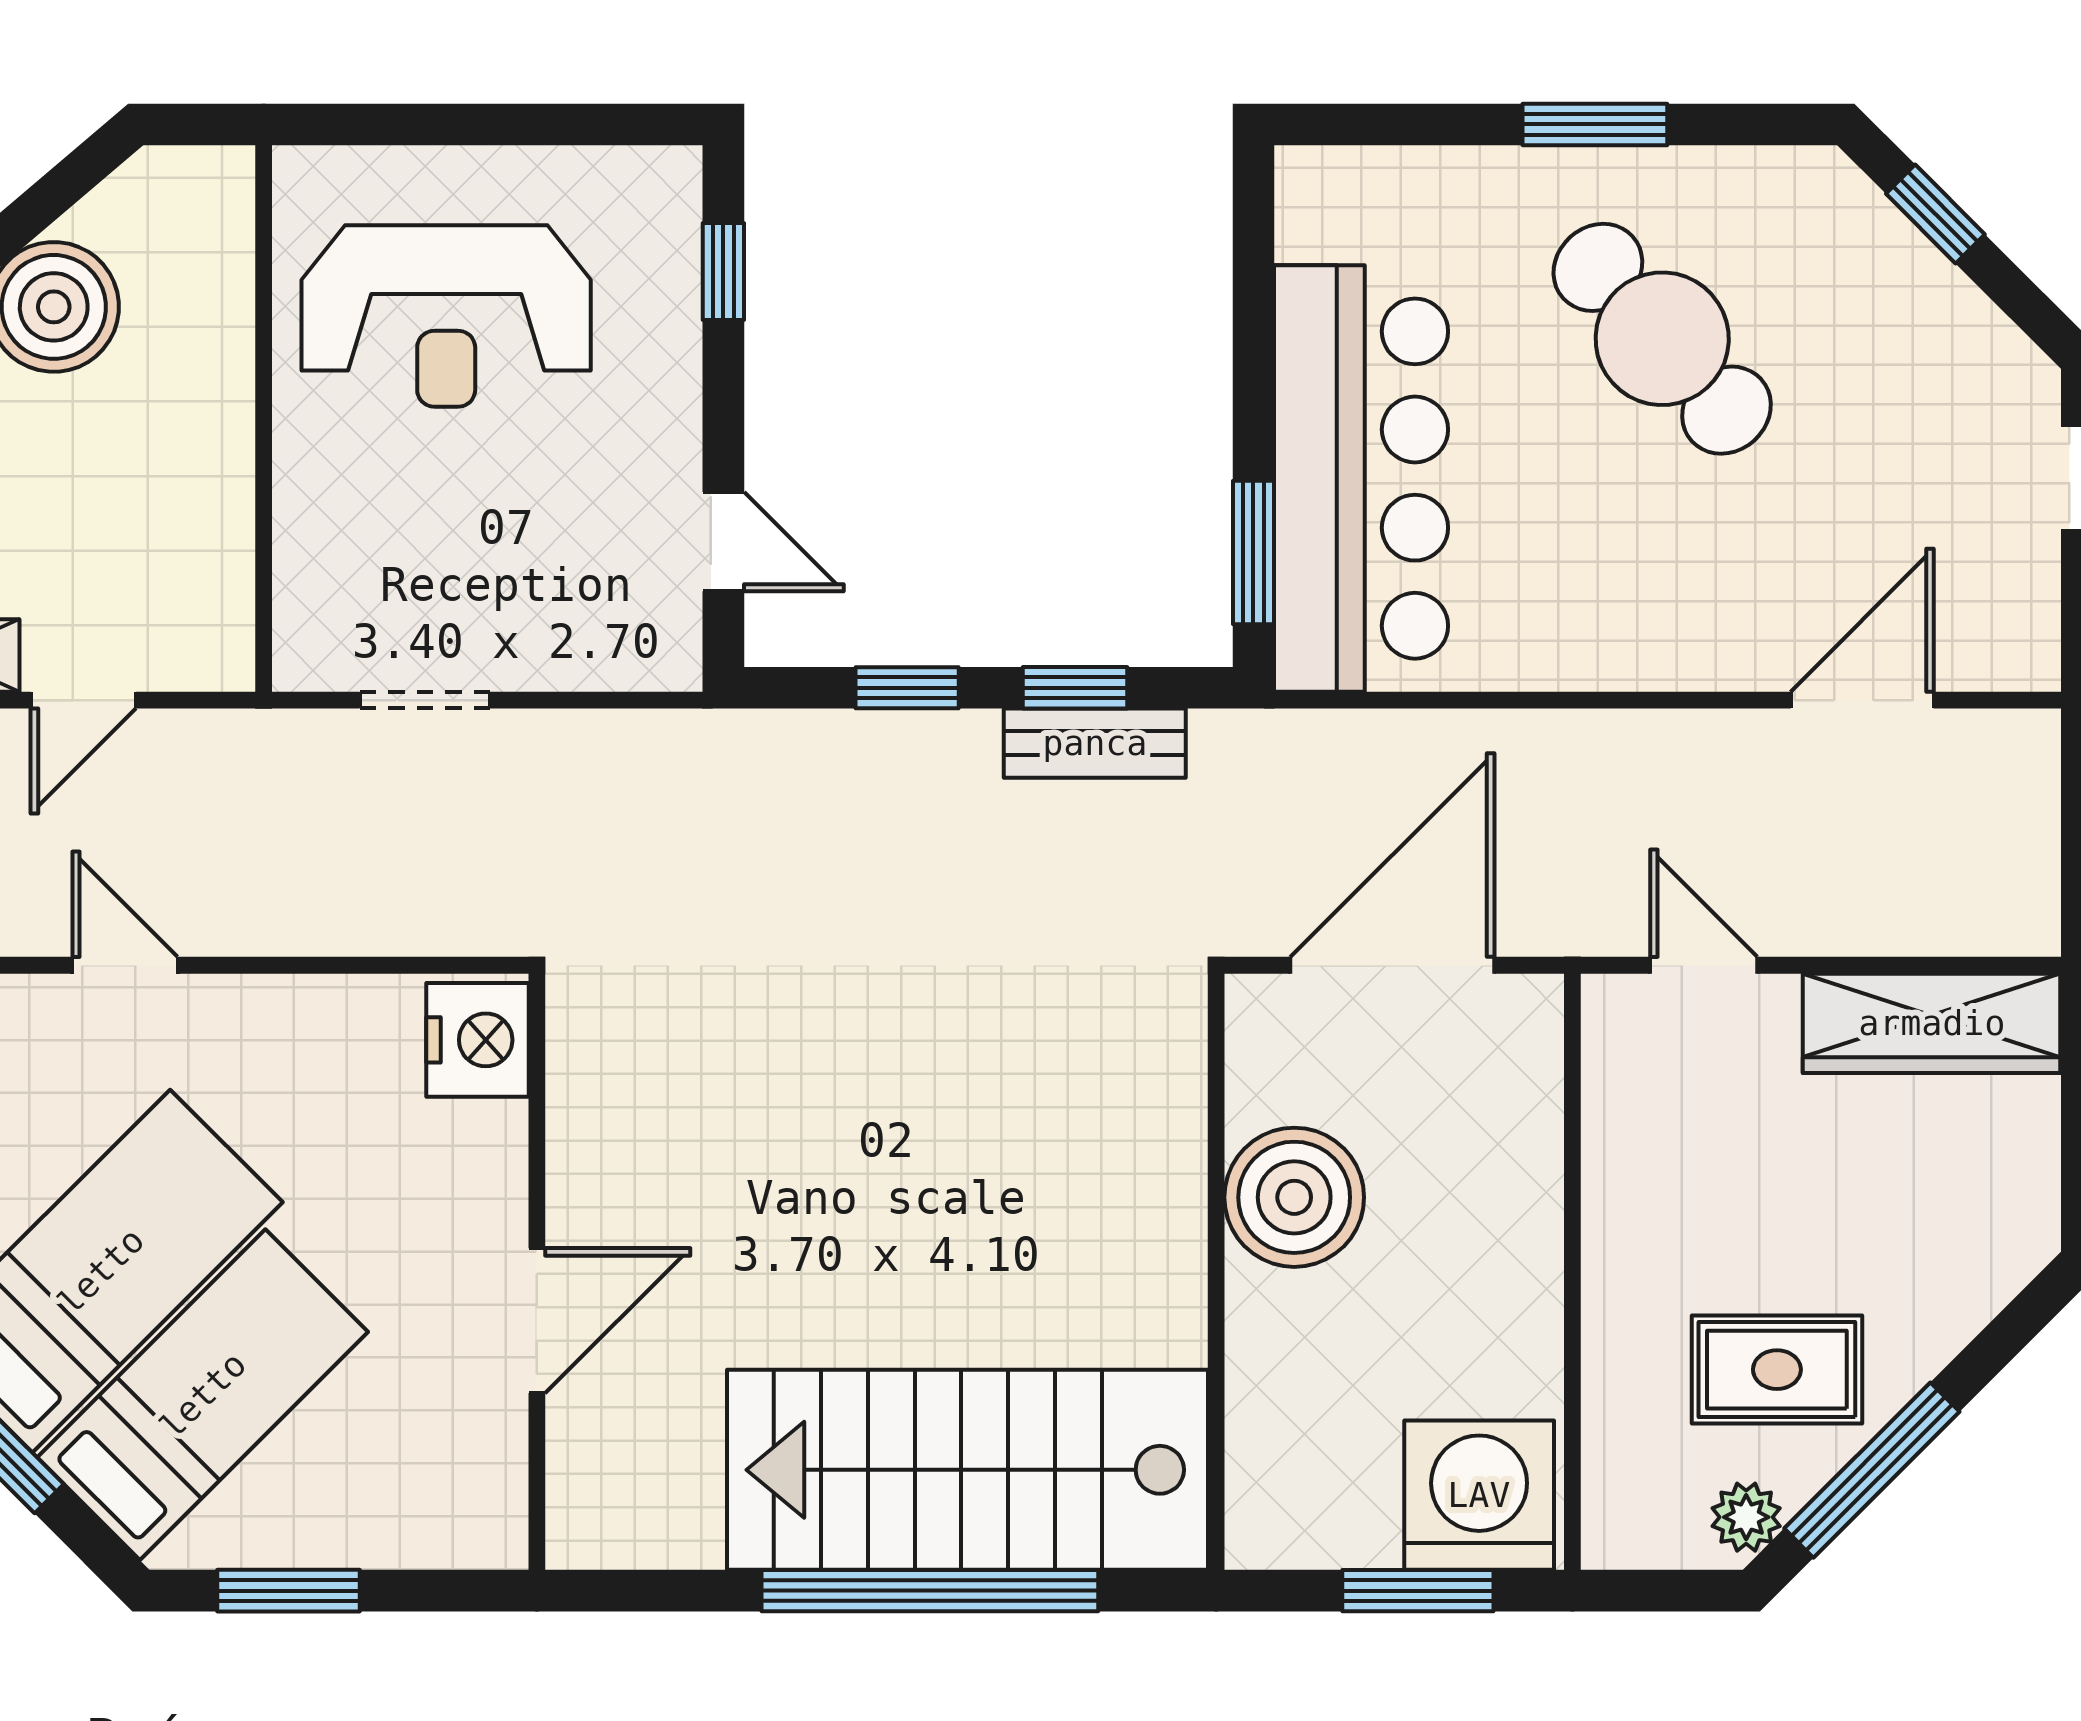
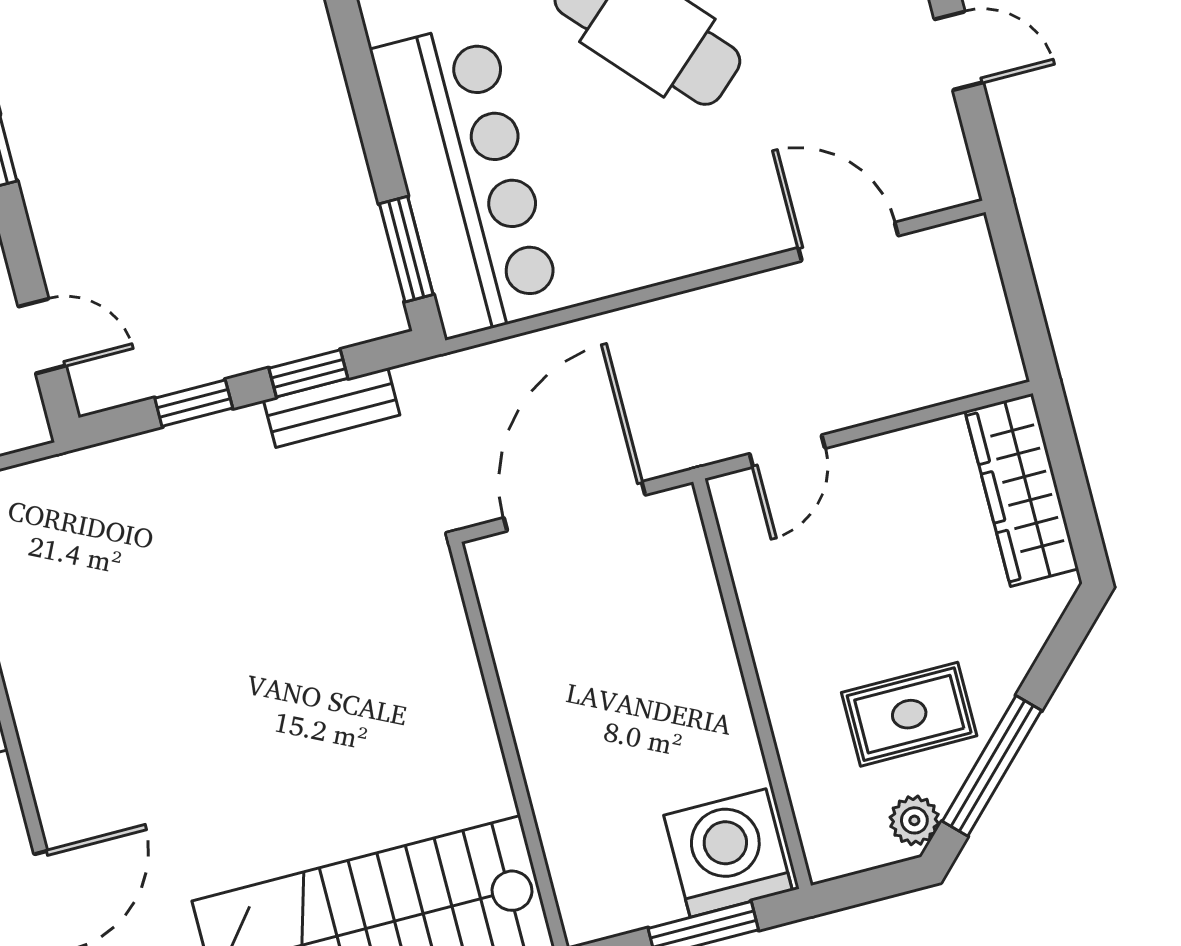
door: (1862, 700) -> (848, 242), hinge flipped
door: (1704, 965) -> (787, 451), swing flipped
wardrobe: (1932, 1023) -> (1022, 490), moved, turned 90
boiler: (1294, 1197) -> (549, 682), removed

